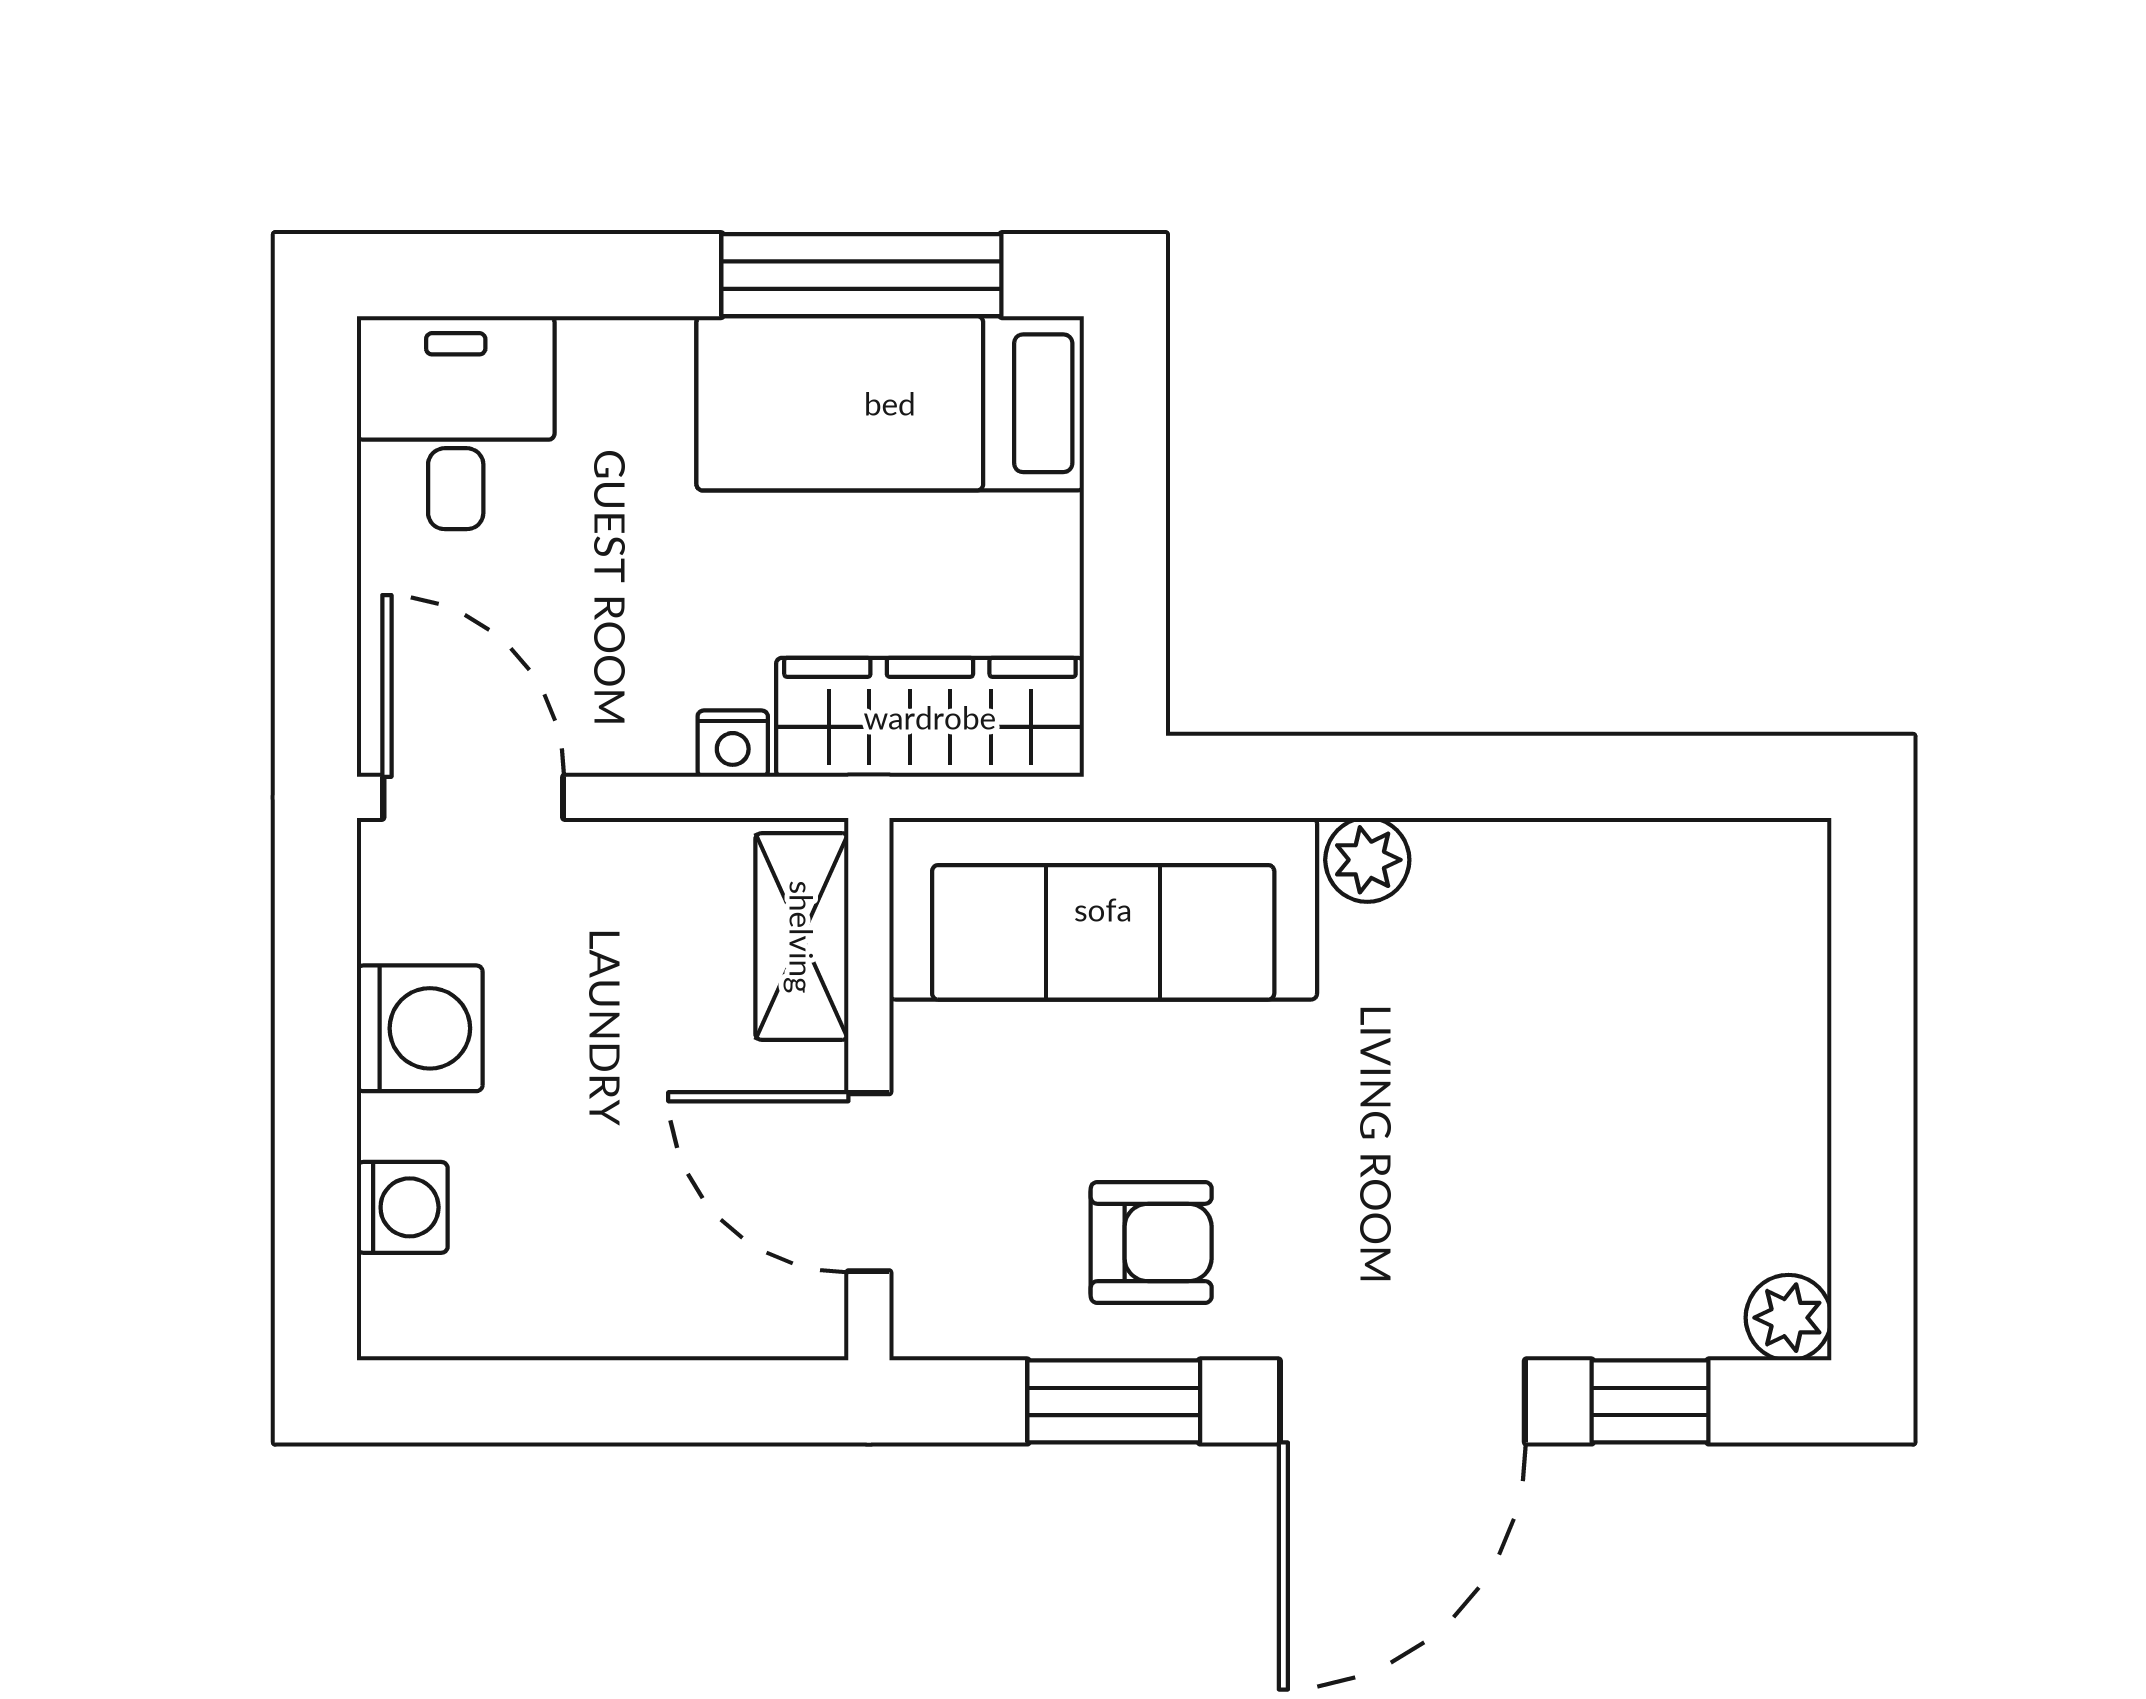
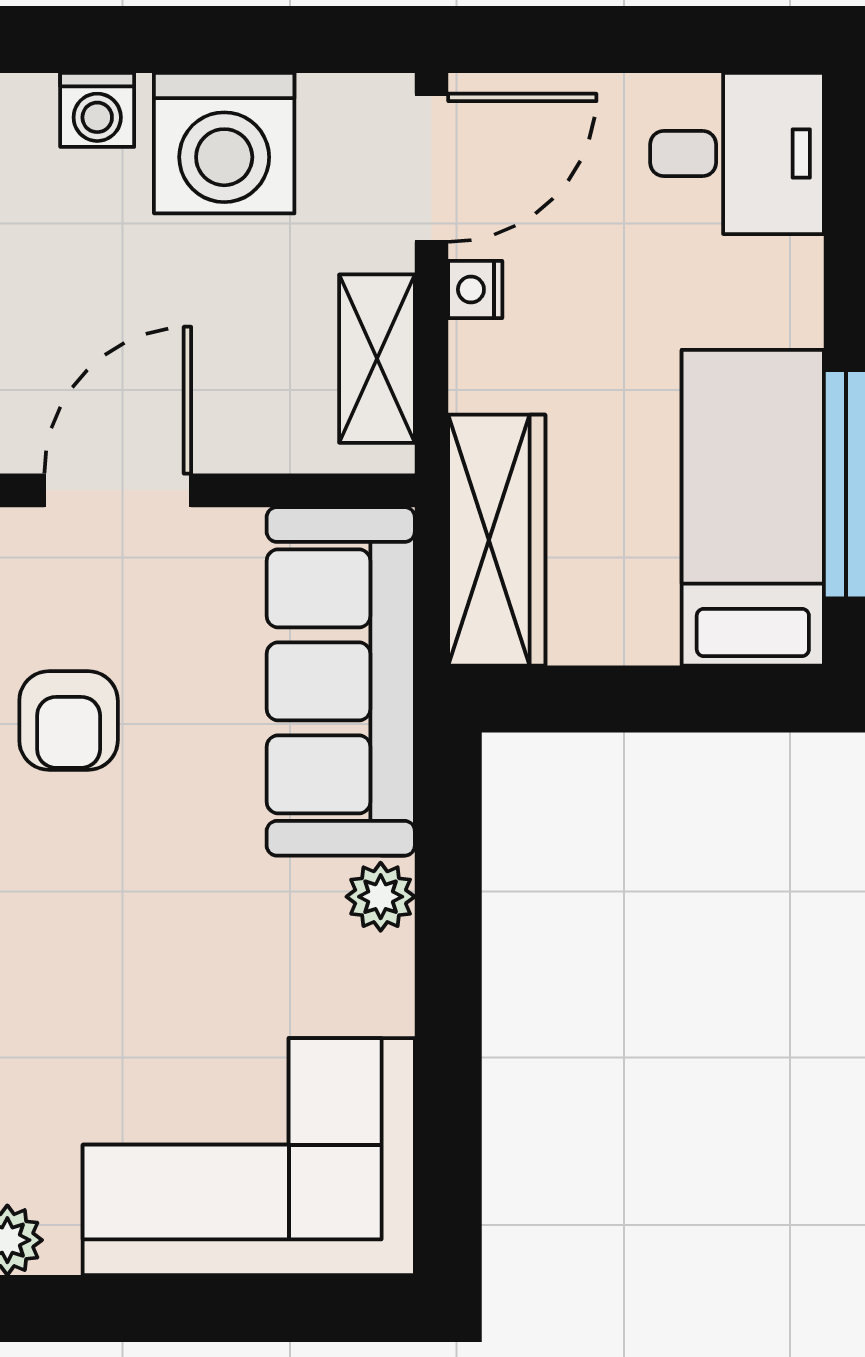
nightstand: (733, 744) -> (475, 290), moved
shelving: (802, 937) -> (377, 359), moved, turned 90
corner sofa: (1686, 1021) -> (249, 1157), added
washing machine: (420, 1028) -> (224, 143), width x1.37, depth x1.37

